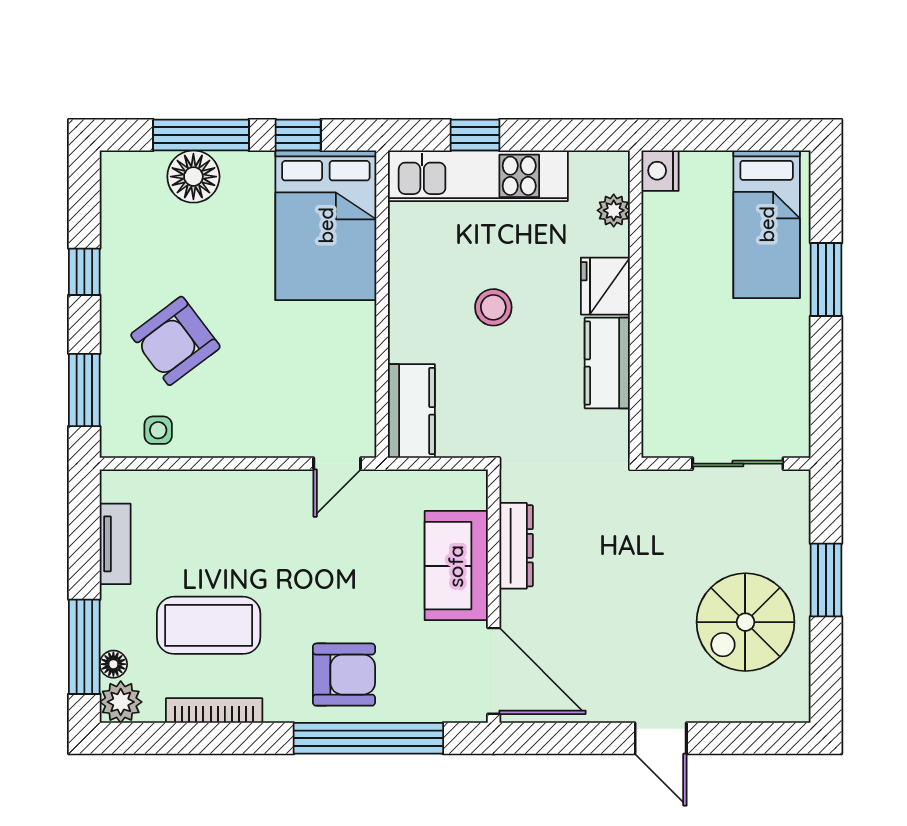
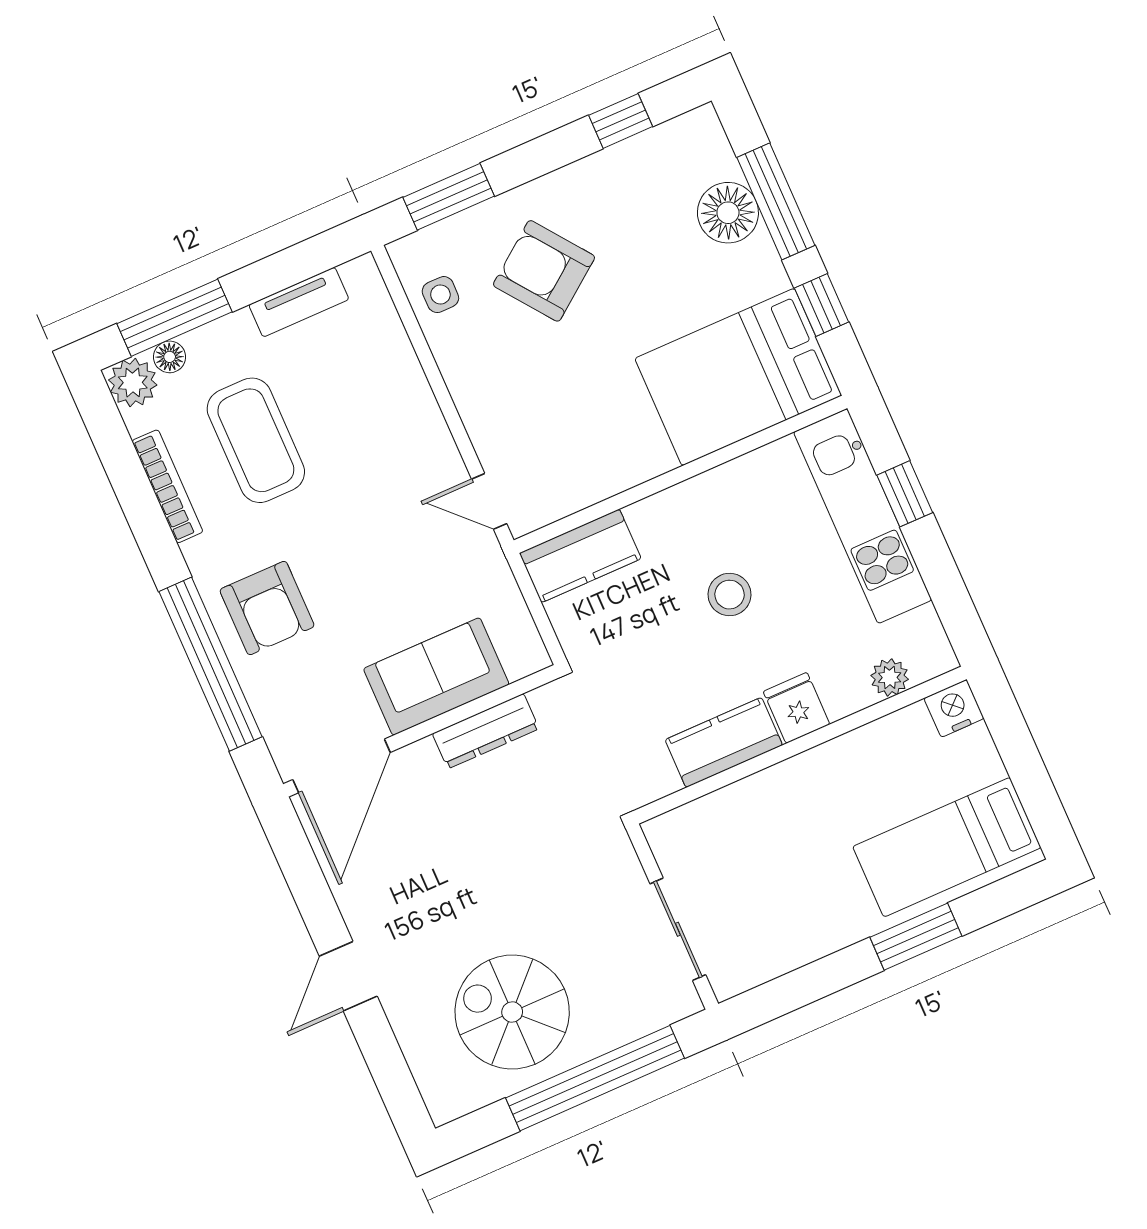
window: (84, 272) -> (621, 121), moved
fridge: (605, 286) -> (797, 708), width x0.72
window: (826, 580) -> (595, 1078), width x2.11

